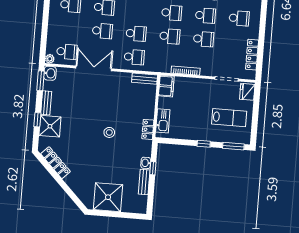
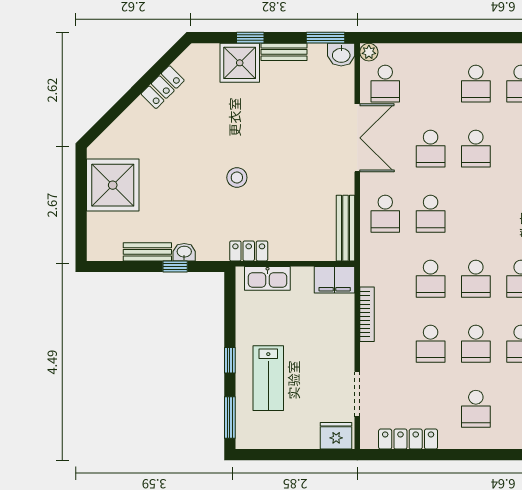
bench: (145, 79) -> (346, 228), width x1.36
lab bench: (229, 118) -> (268, 378), moved
locker: (55, 163) -> (163, 87), width x0.66

